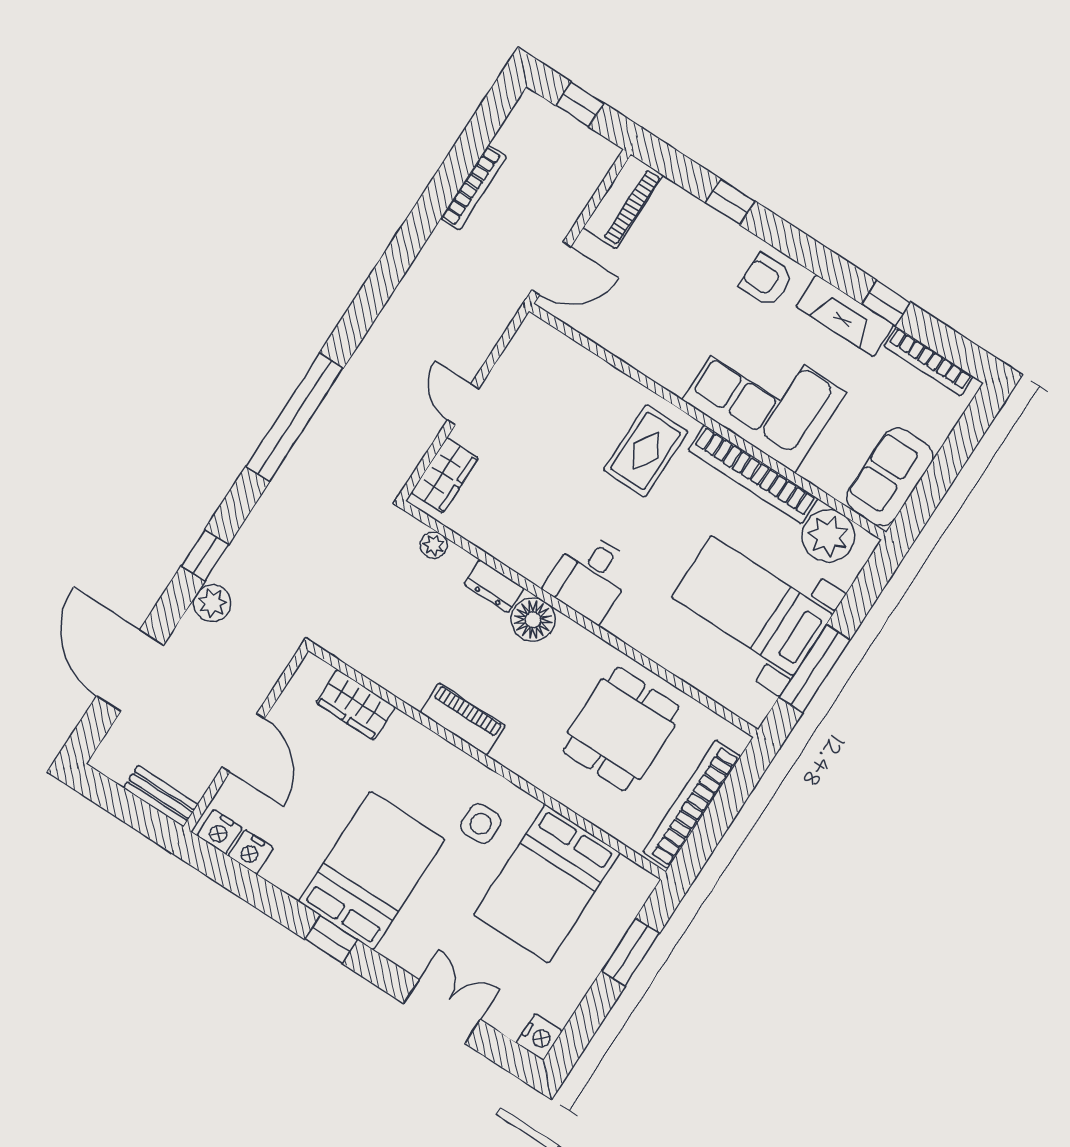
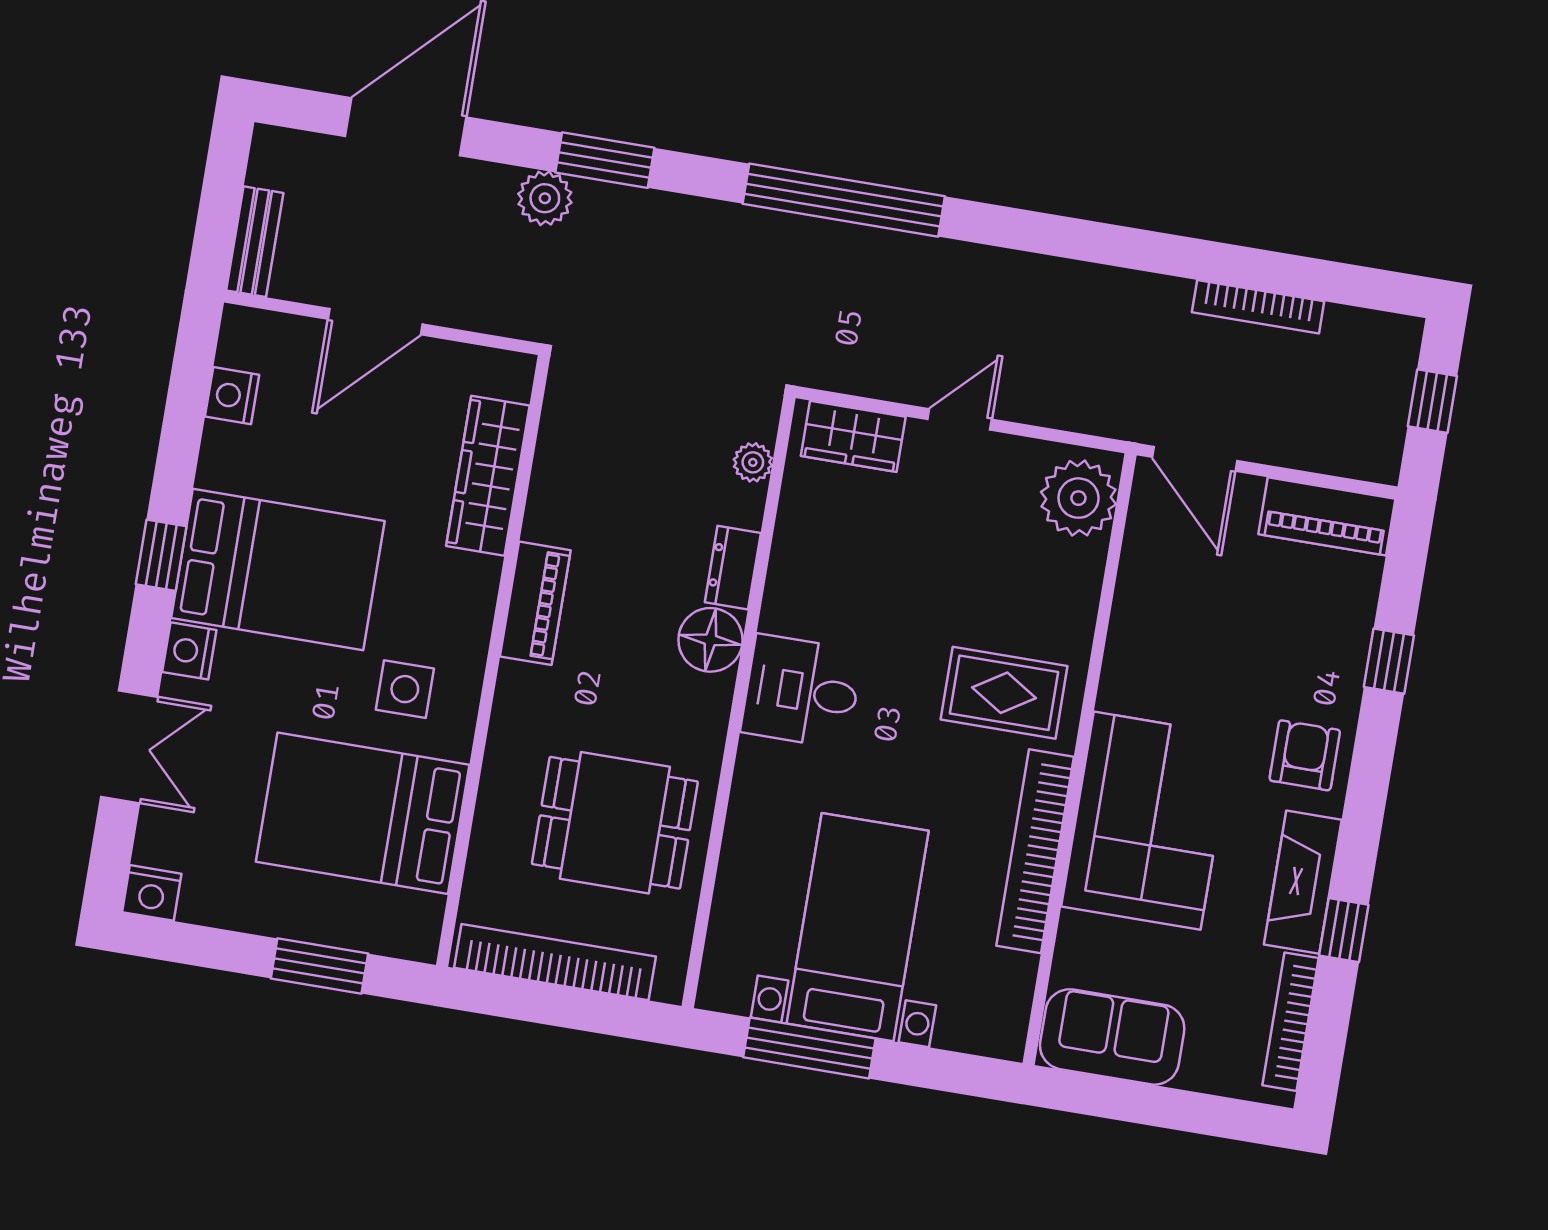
plant: (828, 536) -> (1078, 498), moved
window: (205, 555) -> (605, 160), width x1.50
wardrobe: (356, 705) -> (488, 476), width x1.50
nightstand: (220, 832) -> (189, 651), moved

